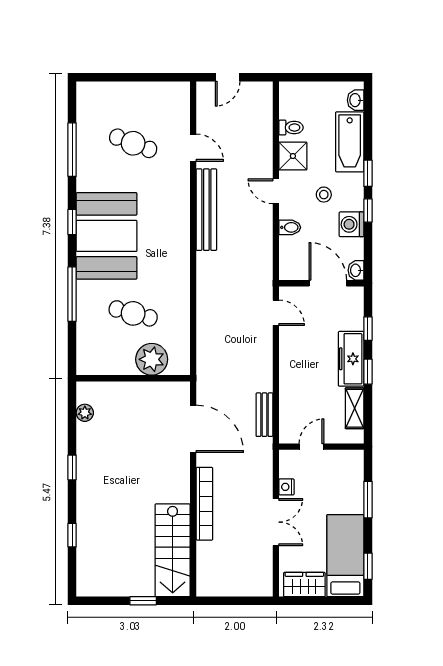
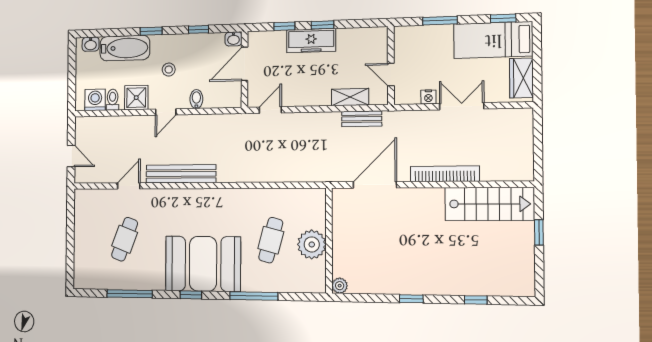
window: (368, 211) -> (199, 29), moved
washing machine: (352, 224) -> (95, 100), moved, turned 180
plant: (152, 359) -> (312, 244), moved
shelving: (355, 408) -> (350, 97), moved
plant: (85, 413) -> (340, 286), moved

